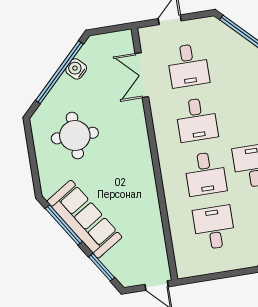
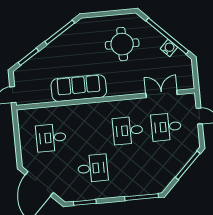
desk: (205, 174) -> (89, 134), removed
sofa: (84, 219) -> (79, 88), moved, turned -147
desk: (214, 228) -> (51, 138), turned 180

